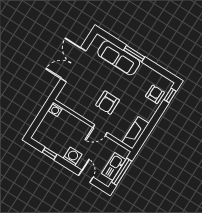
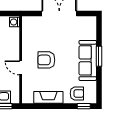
sofa: (119, 58) -> (88, 60), moved
fireplace: (135, 133) -> (48, 97), moved

